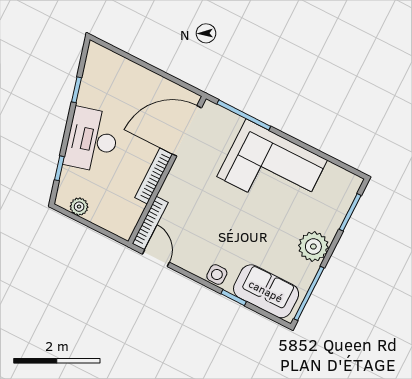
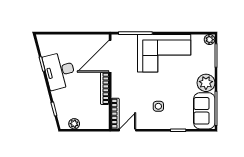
desk: (92, 140) -> (59, 71), moved
plant: (353, 183) -> (210, 40), added
door: (156, 258) -> (128, 130), hinge flipped
side table: (217, 274) -> (158, 106), moved
sofa: (266, 291) -> (204, 111), moved, turned -90

